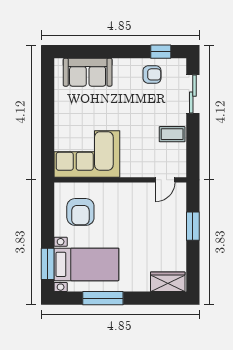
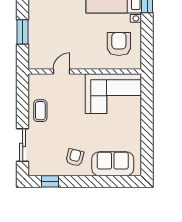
armchair: (152, 74) -> (75, 157), moved, turned 104
coffee table: (172, 134) -> (40, 111), turned 90
door: (165, 180) -> (62, 72), moved

